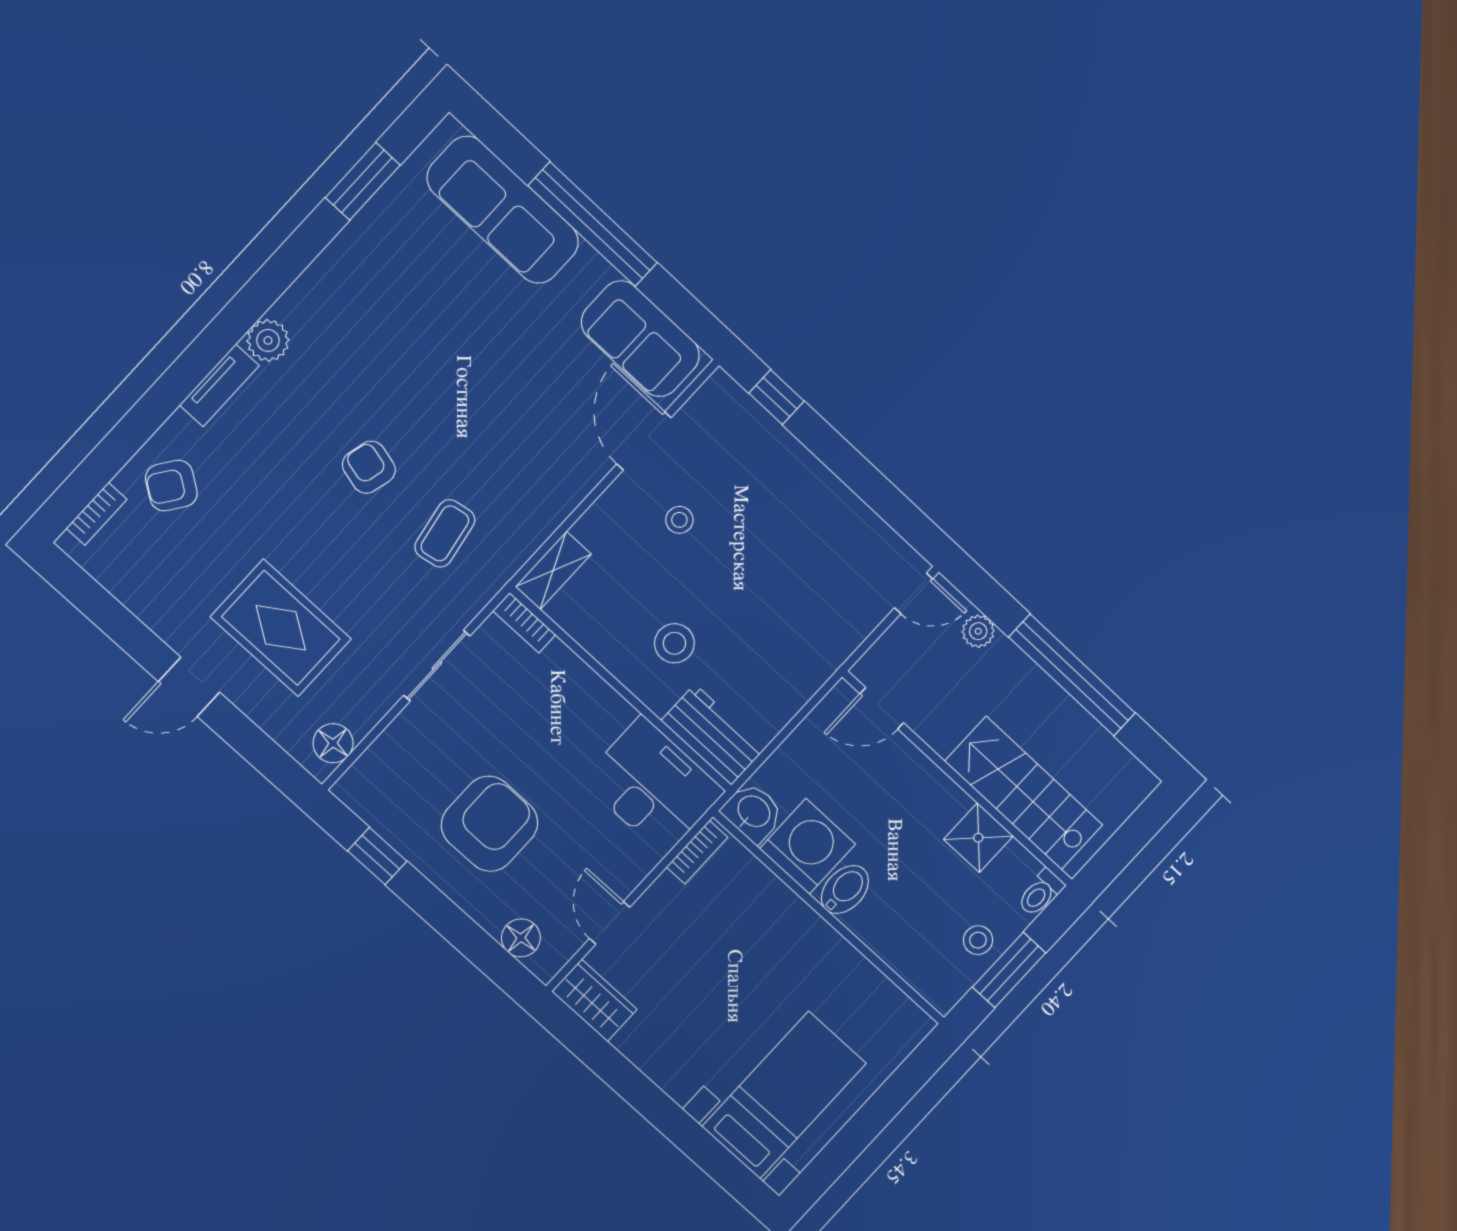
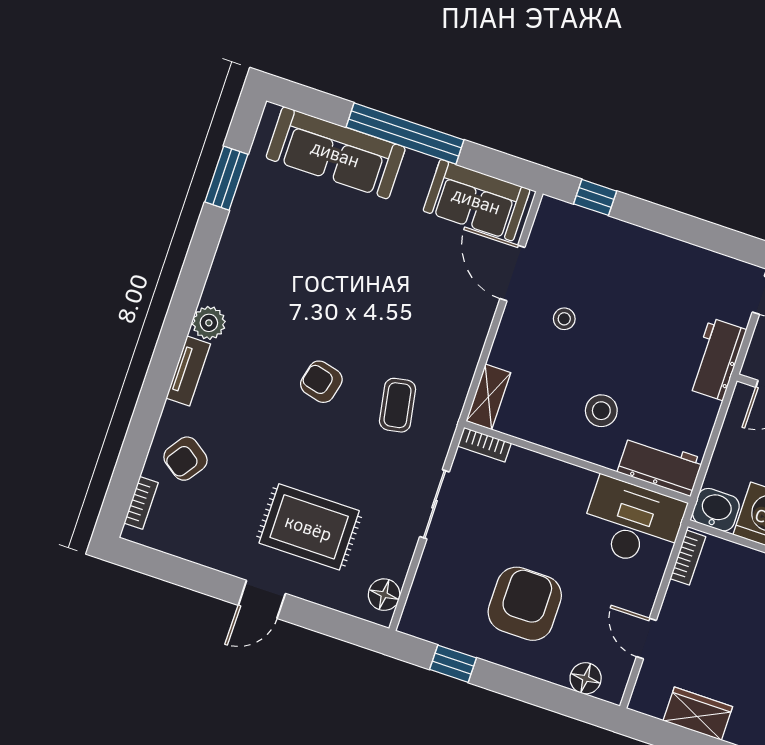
workbench: (830, 643) -> (717, 359), added
wardrobe: (594, 1000) -> (698, 714), moved

